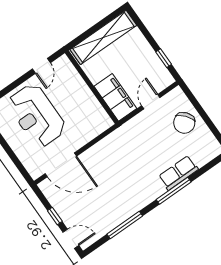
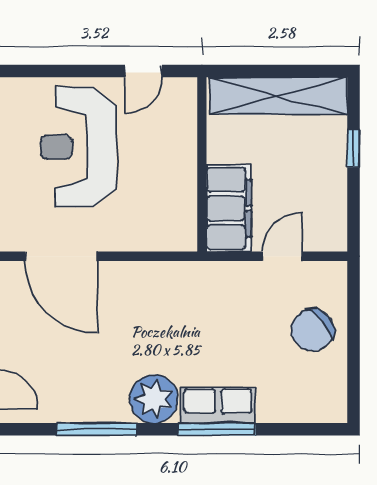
window: (164, 58) -> (353, 148), moved
row of seats: (178, 173) -> (218, 405), moved
plant: (139, 196) -> (154, 399), added

